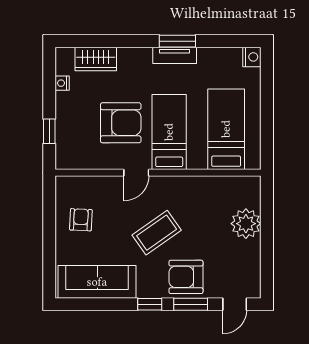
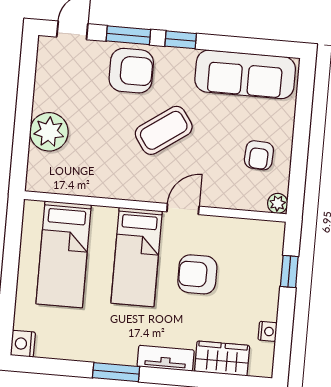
tv unit: (175, 55) -> (166, 358), moved
armchair: (121, 123) -> (197, 274), width x0.73, depth x0.73
plant: (63, 183) -> (278, 203), added

